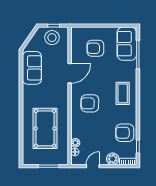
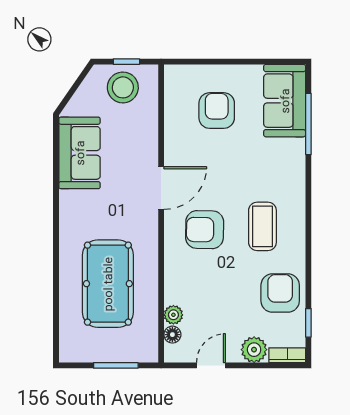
armchair: (95, 48) -> (217, 111), turned 90
door: (70, 73) -> (161, 188), moved
coffee table: (123, 93) -> (262, 226), moved
armchair: (125, 133) -> (280, 293), turned 90

